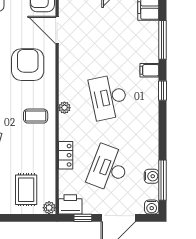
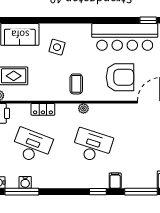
desk: (109, 97) -> (92, 146), turned 30

